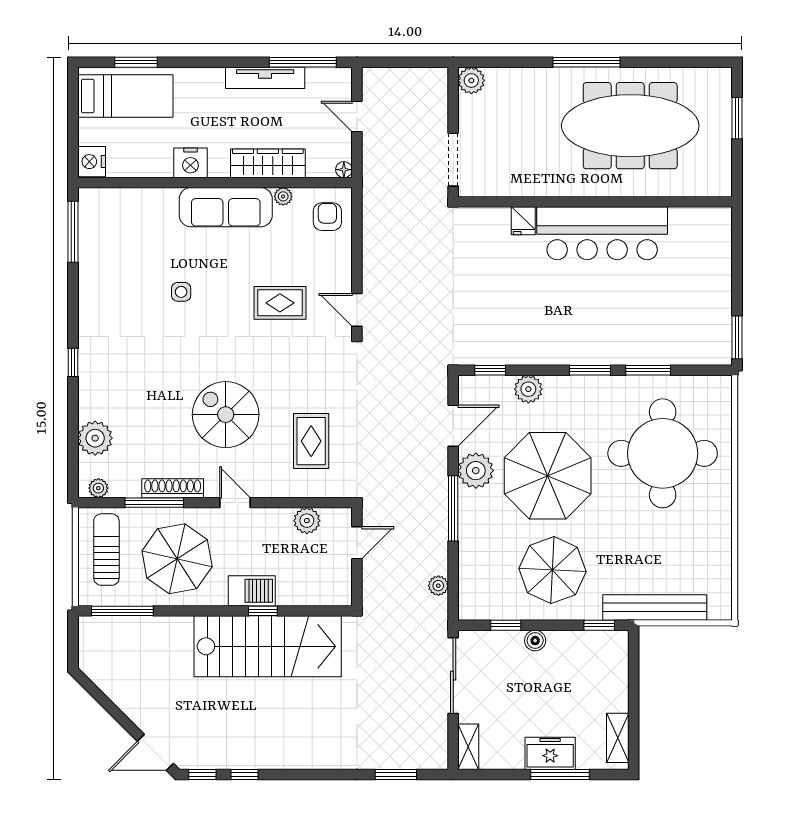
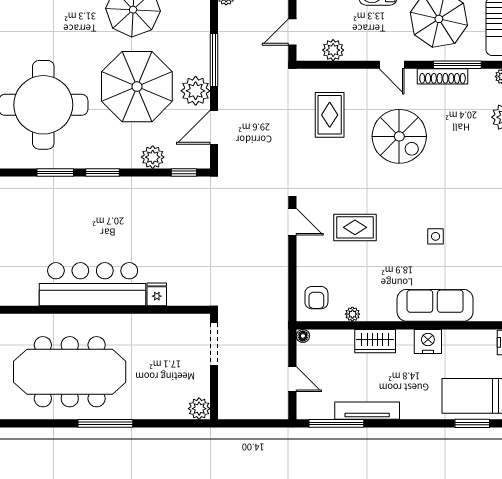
wardrobe: (268, 163) -> (375, 341), width x0.67
sofa: (226, 207) -> (435, 305), moved

